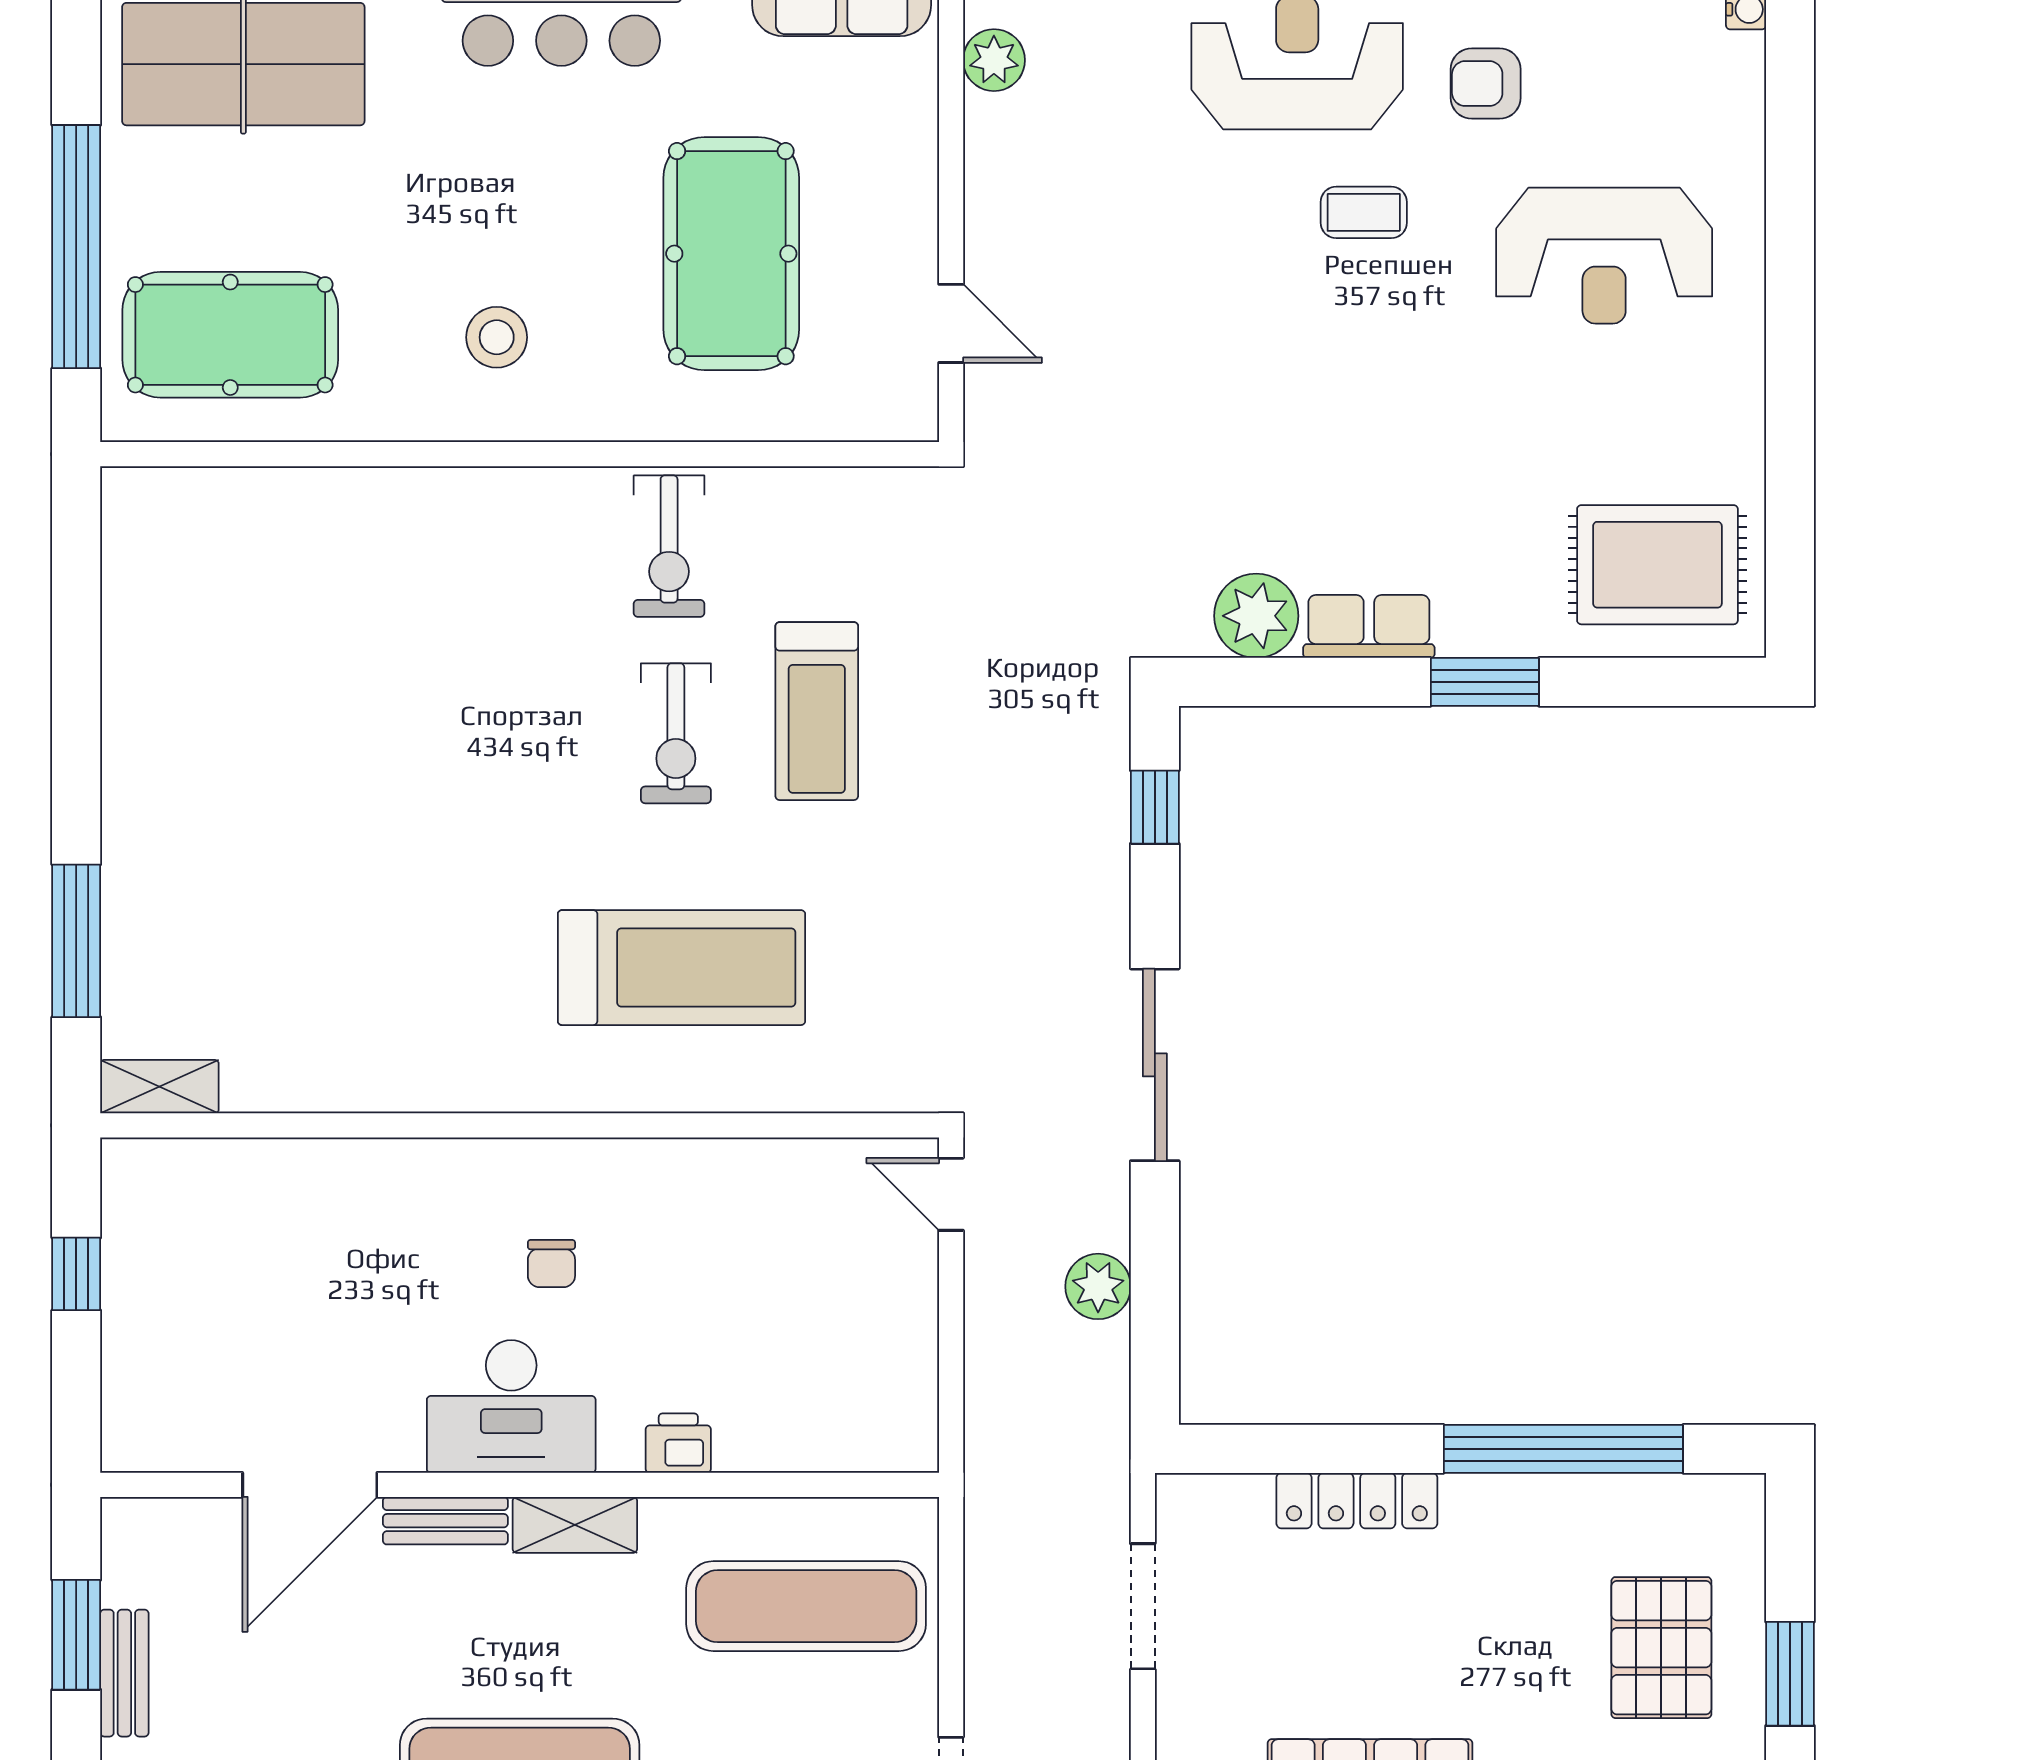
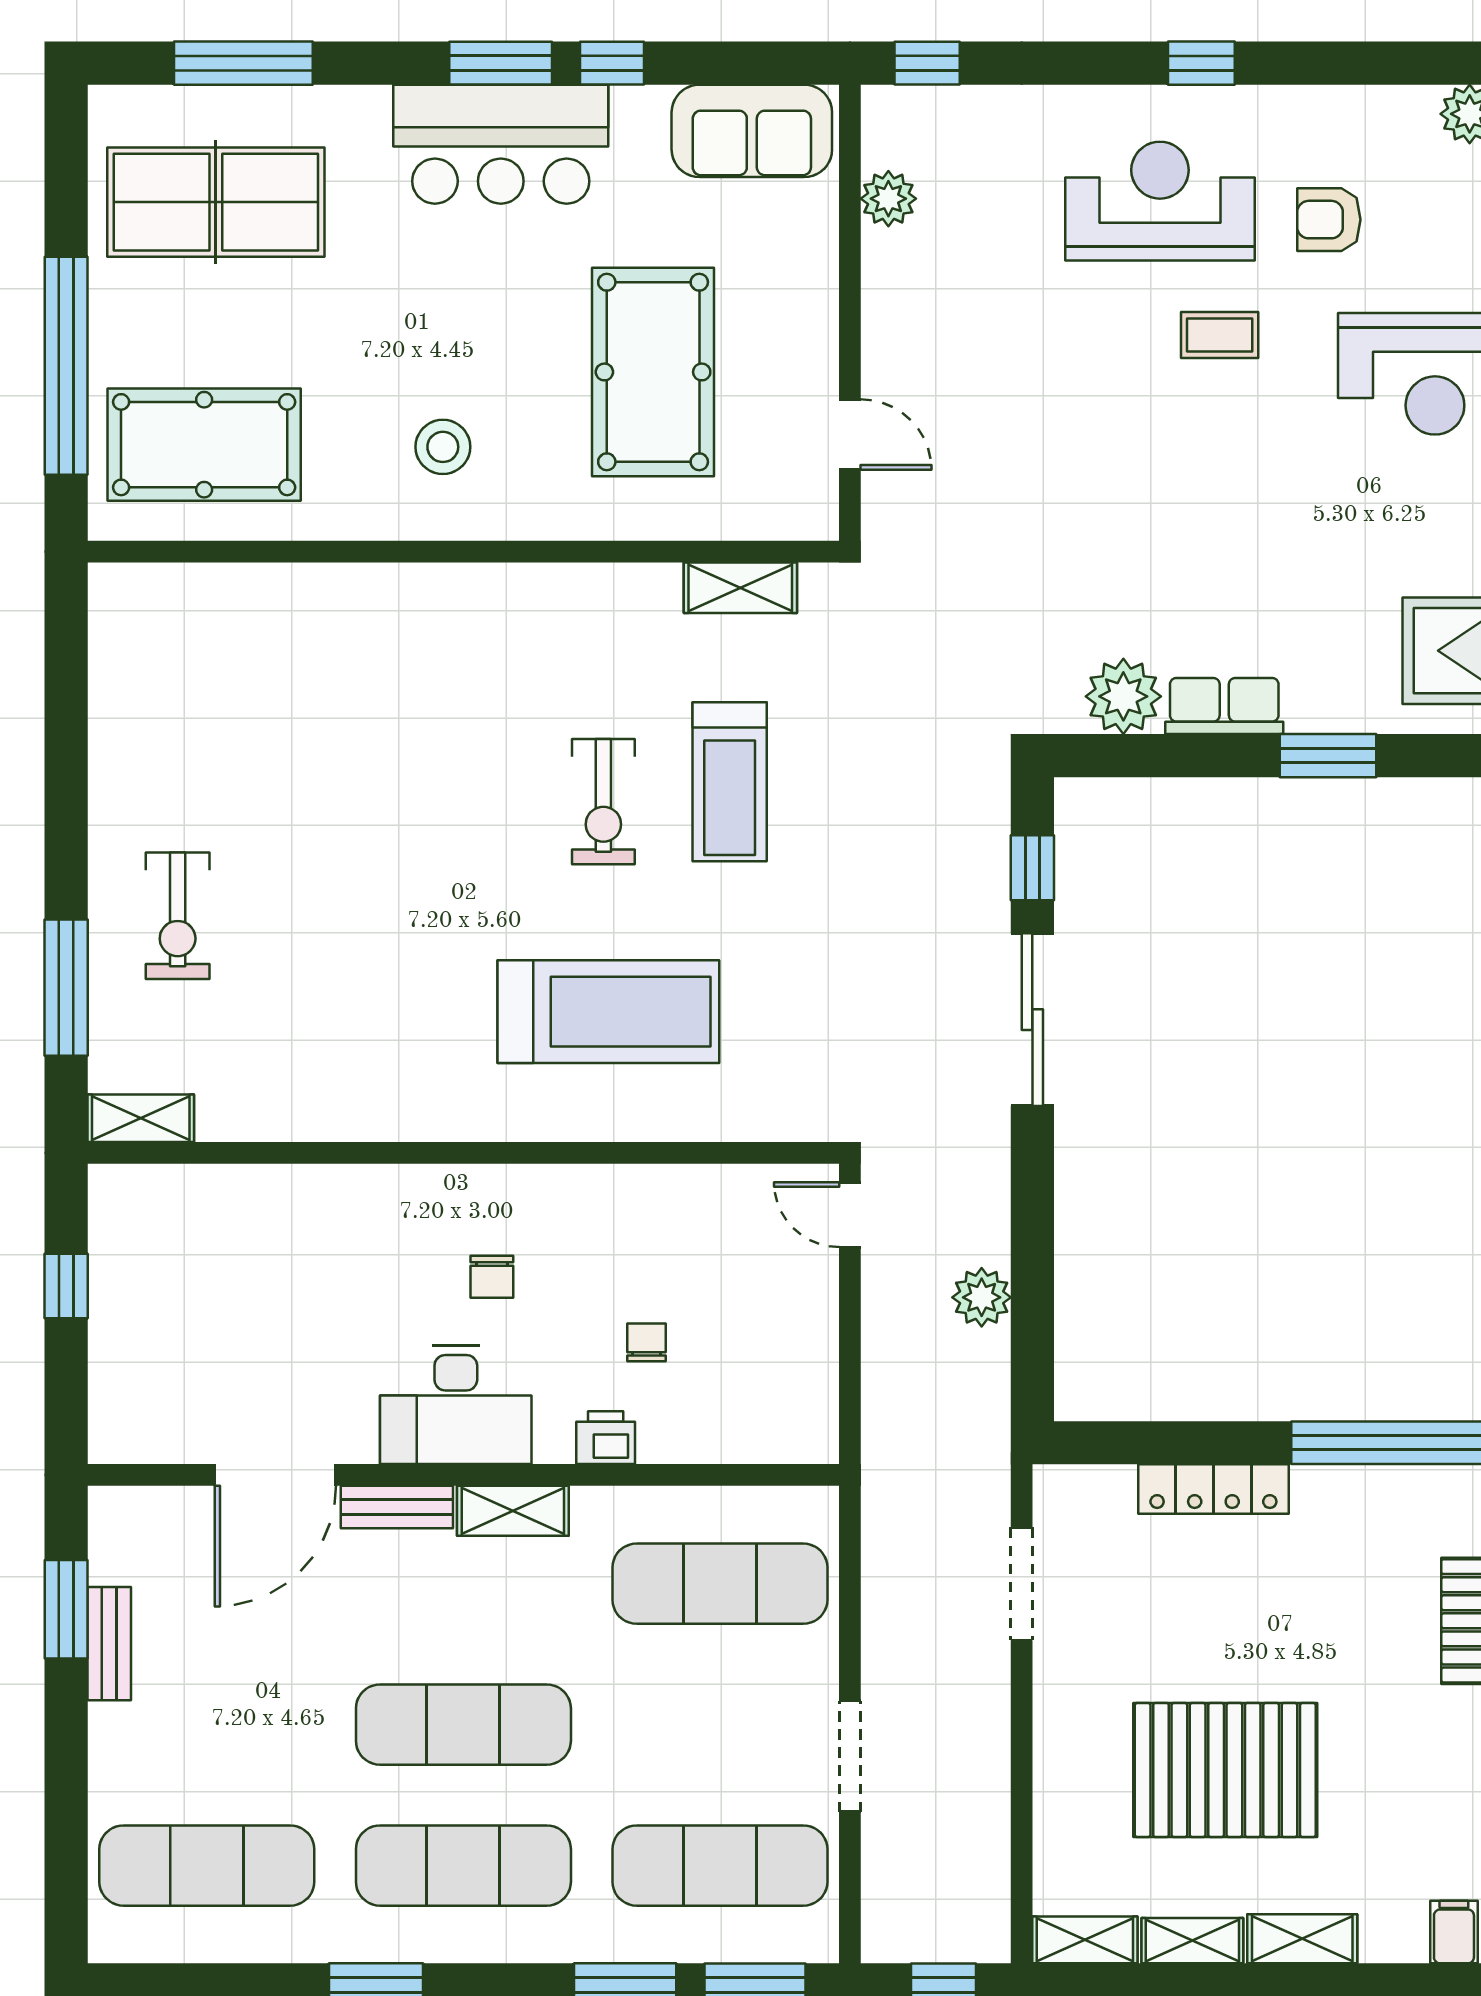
shelving: (829, 494) -> (740, 588), added
exercise bike: (669, 546) -> (178, 916), moved
sliding door: (1155, 1065) -> (1032, 1020), moved
chair: (724, 1337) -> (646, 1342), added

